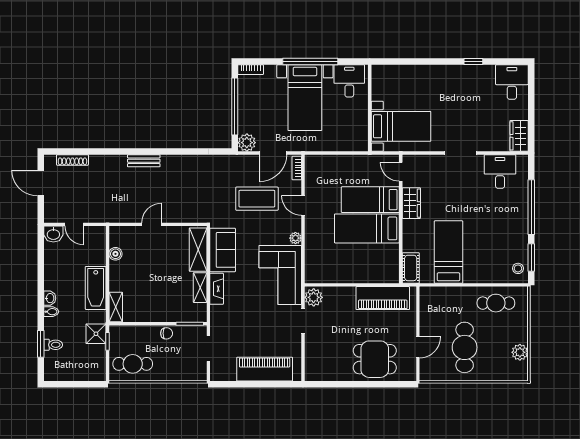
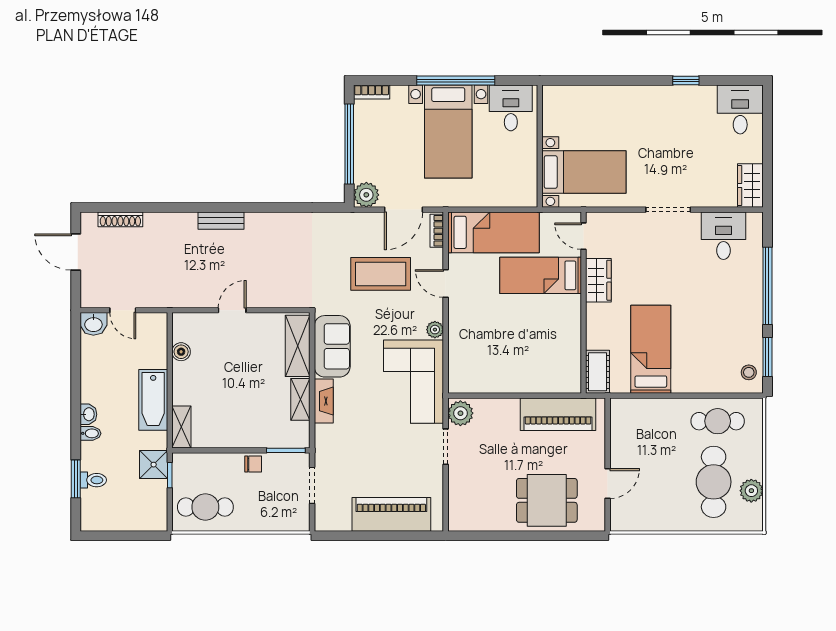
bed: (367, 228) -> (493, 232), moved, turned 180
cafe table: (465, 347) -> (714, 482), moved

